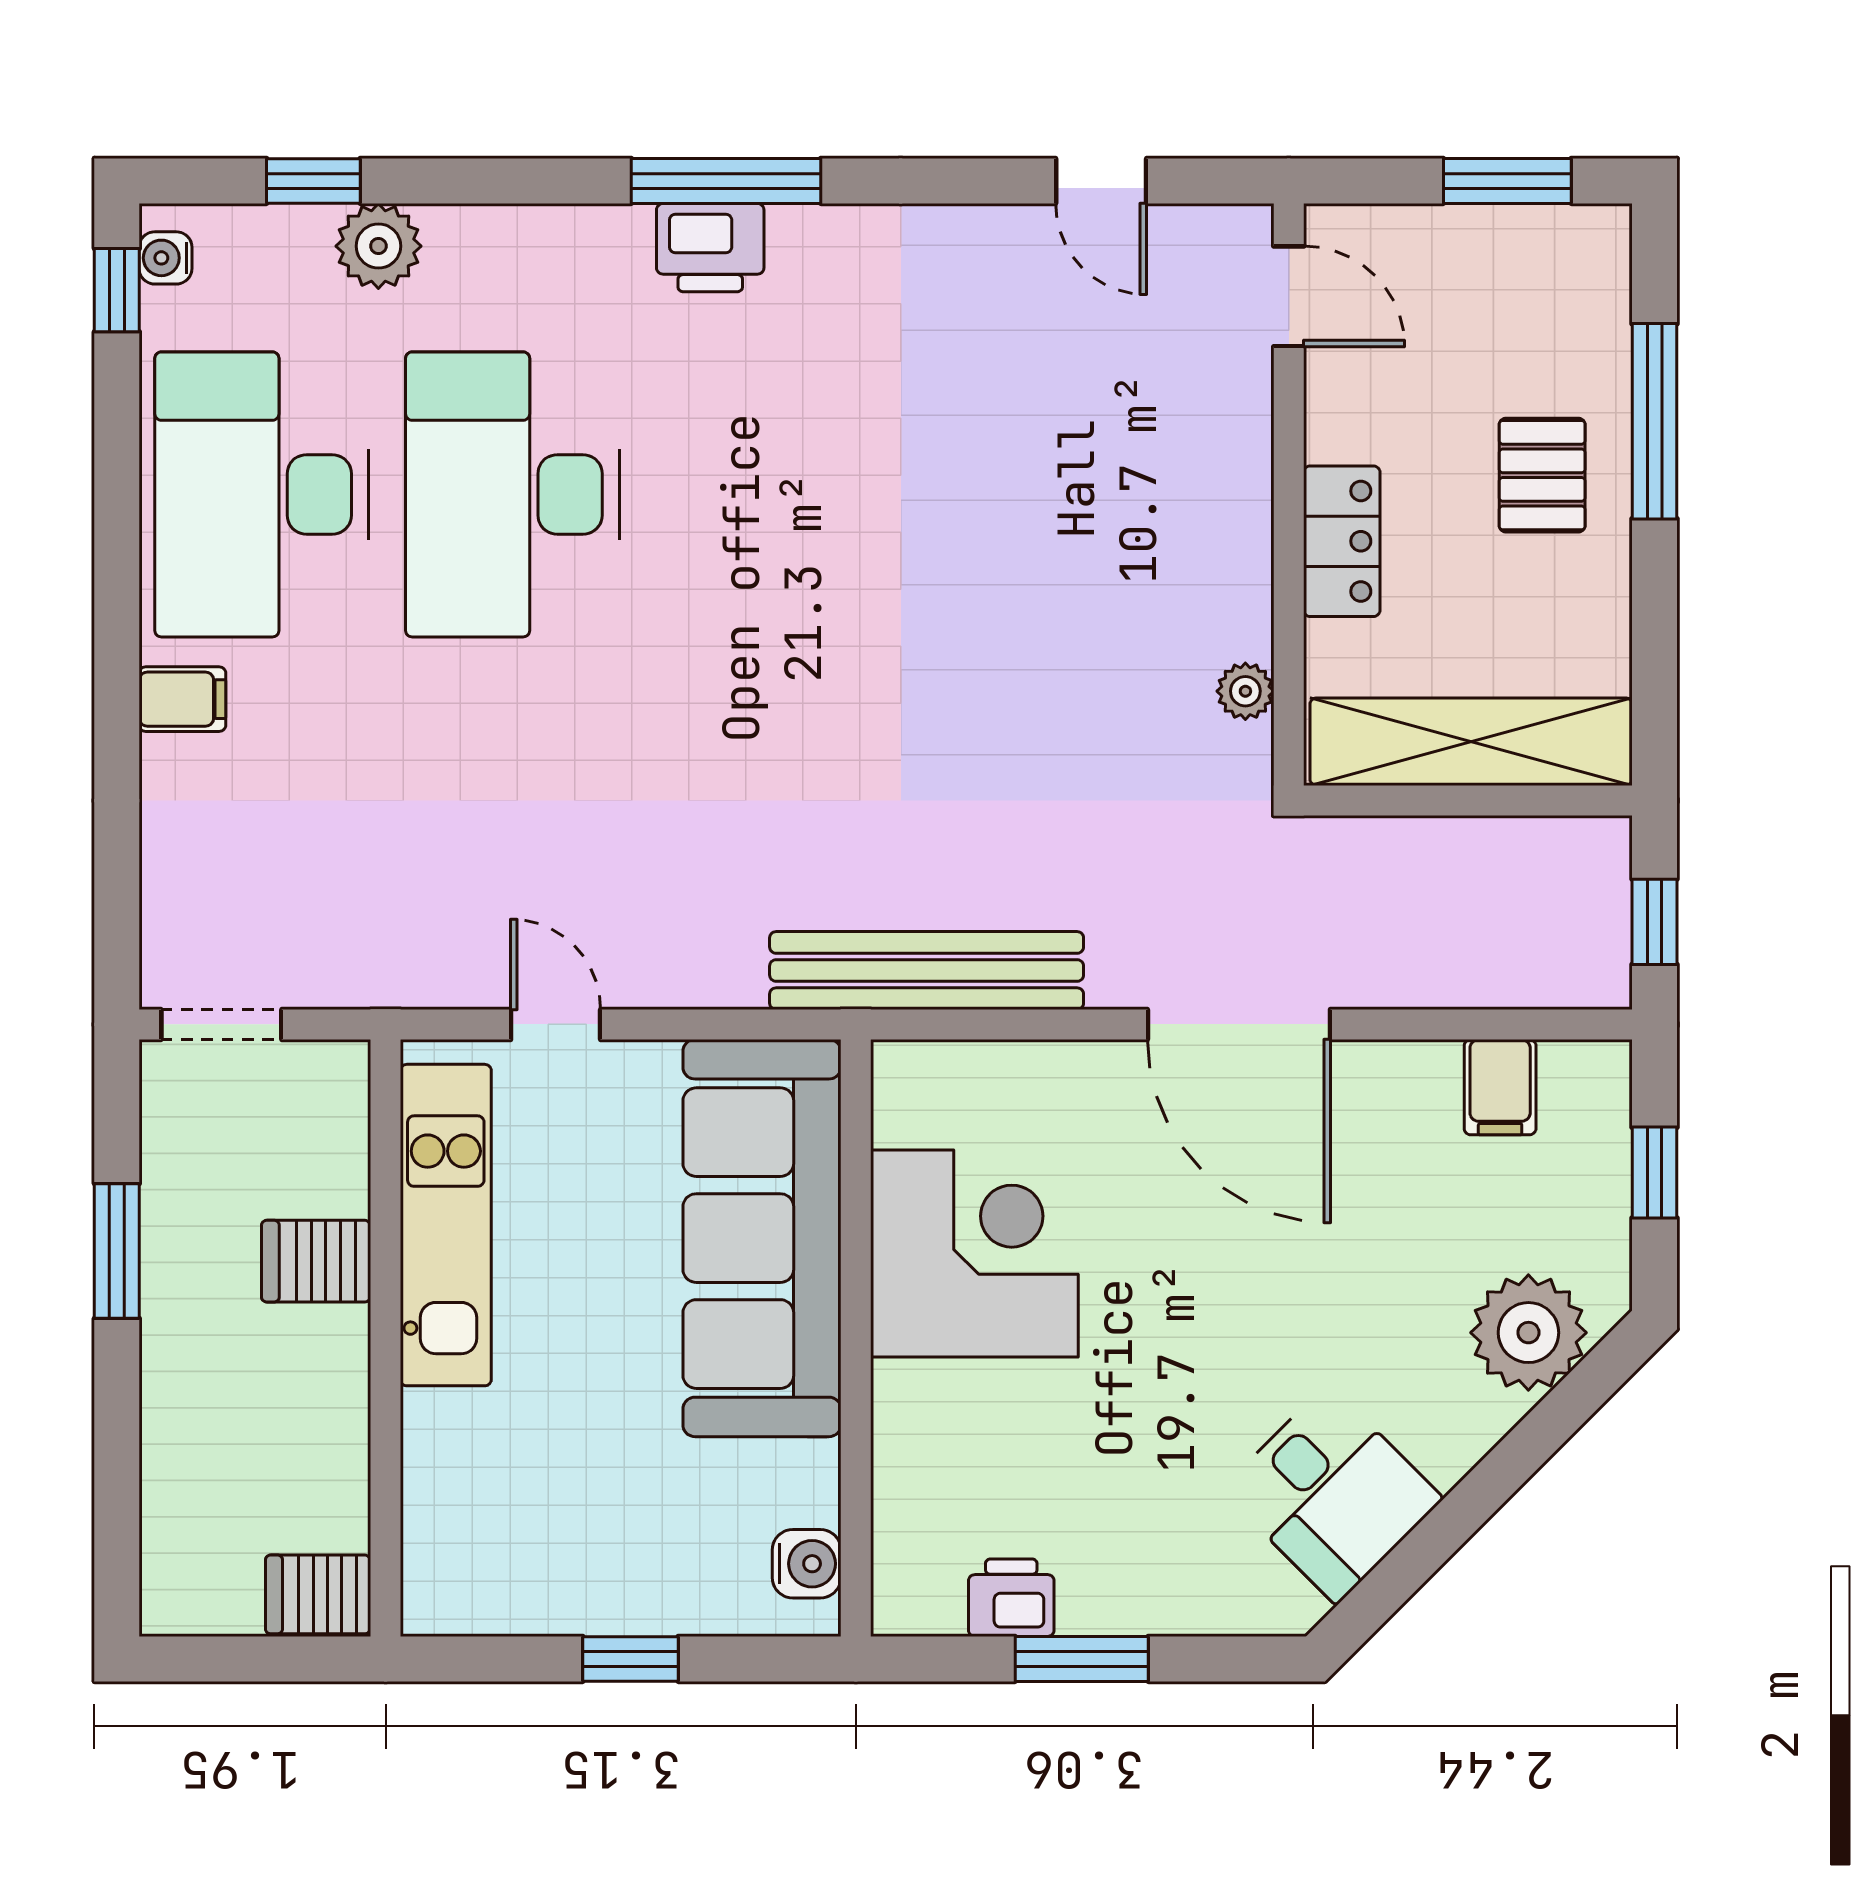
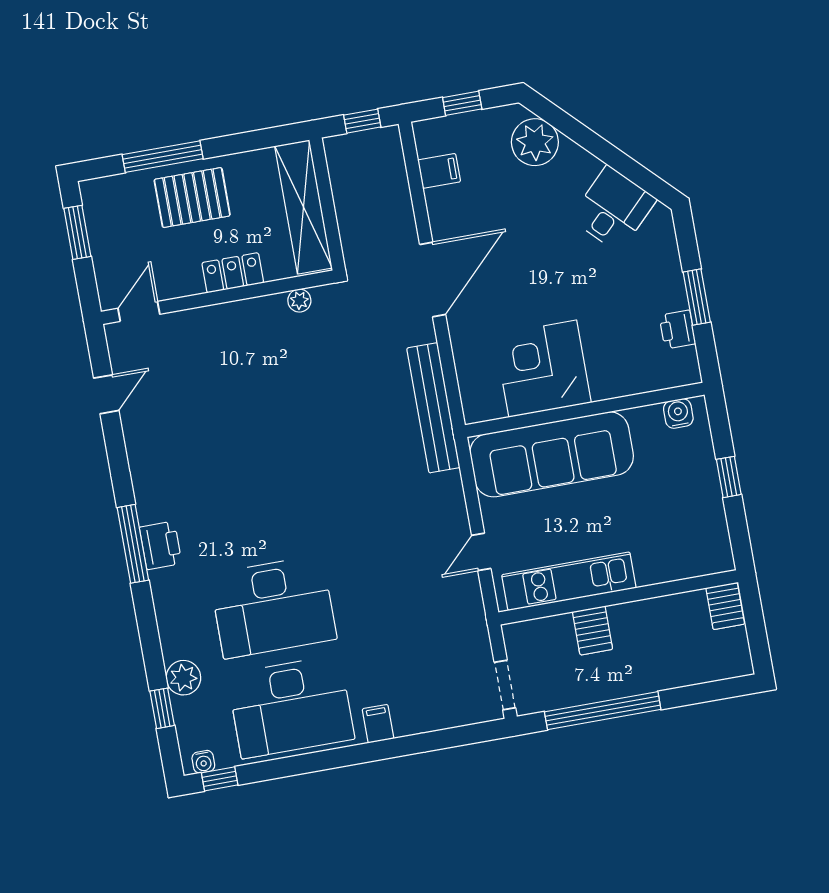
pallet: (1542, 475) -> (192, 198), width x1.50, depth x1.42
window: (117, 1251) -> (603, 711), width x2.11

